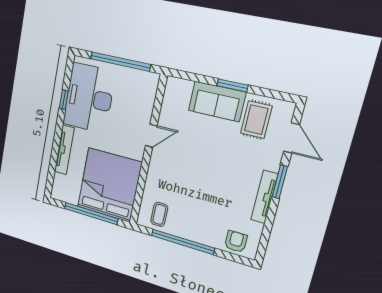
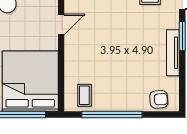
armchair: (236, 242) -> (159, 99), turned 86

